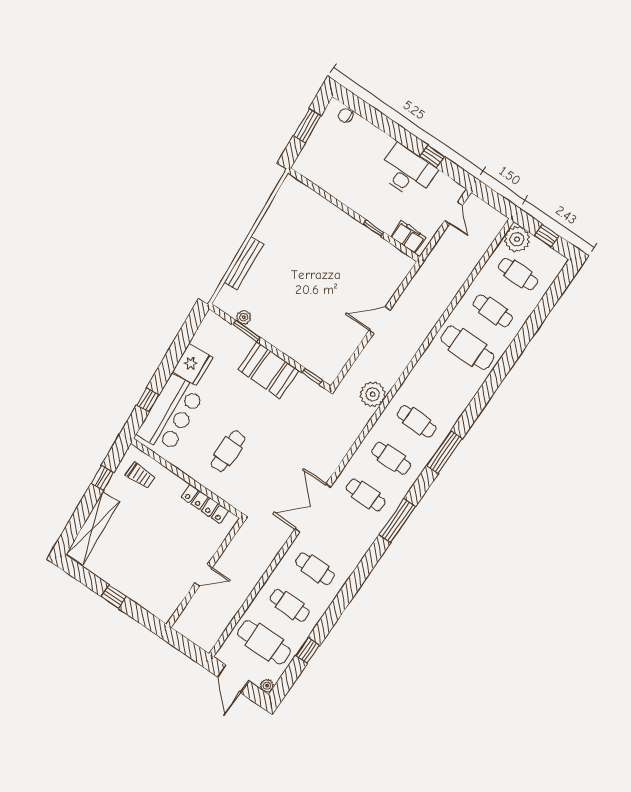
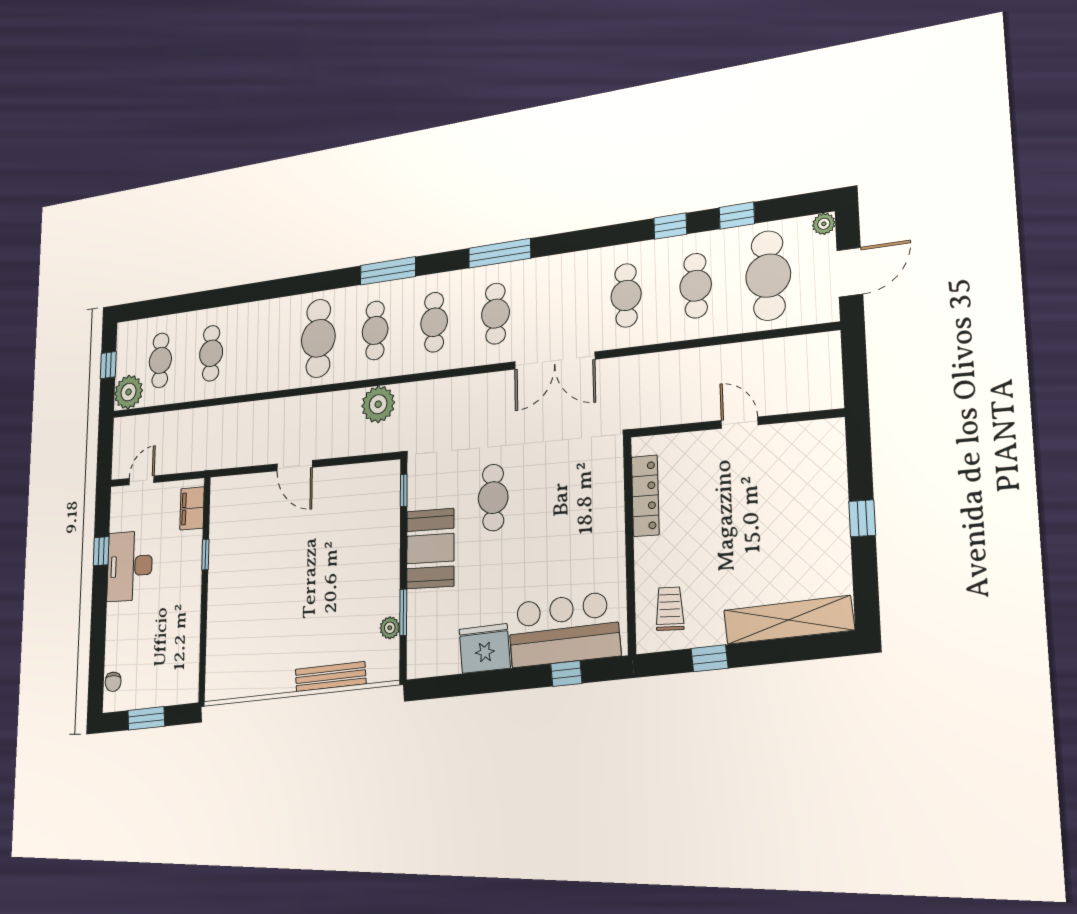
cafe table: (467, 348) -> (318, 338), moved
cafe table: (228, 451) -> (493, 498), moved, turned 90
window: (331, 616) -> (670, 226), added

